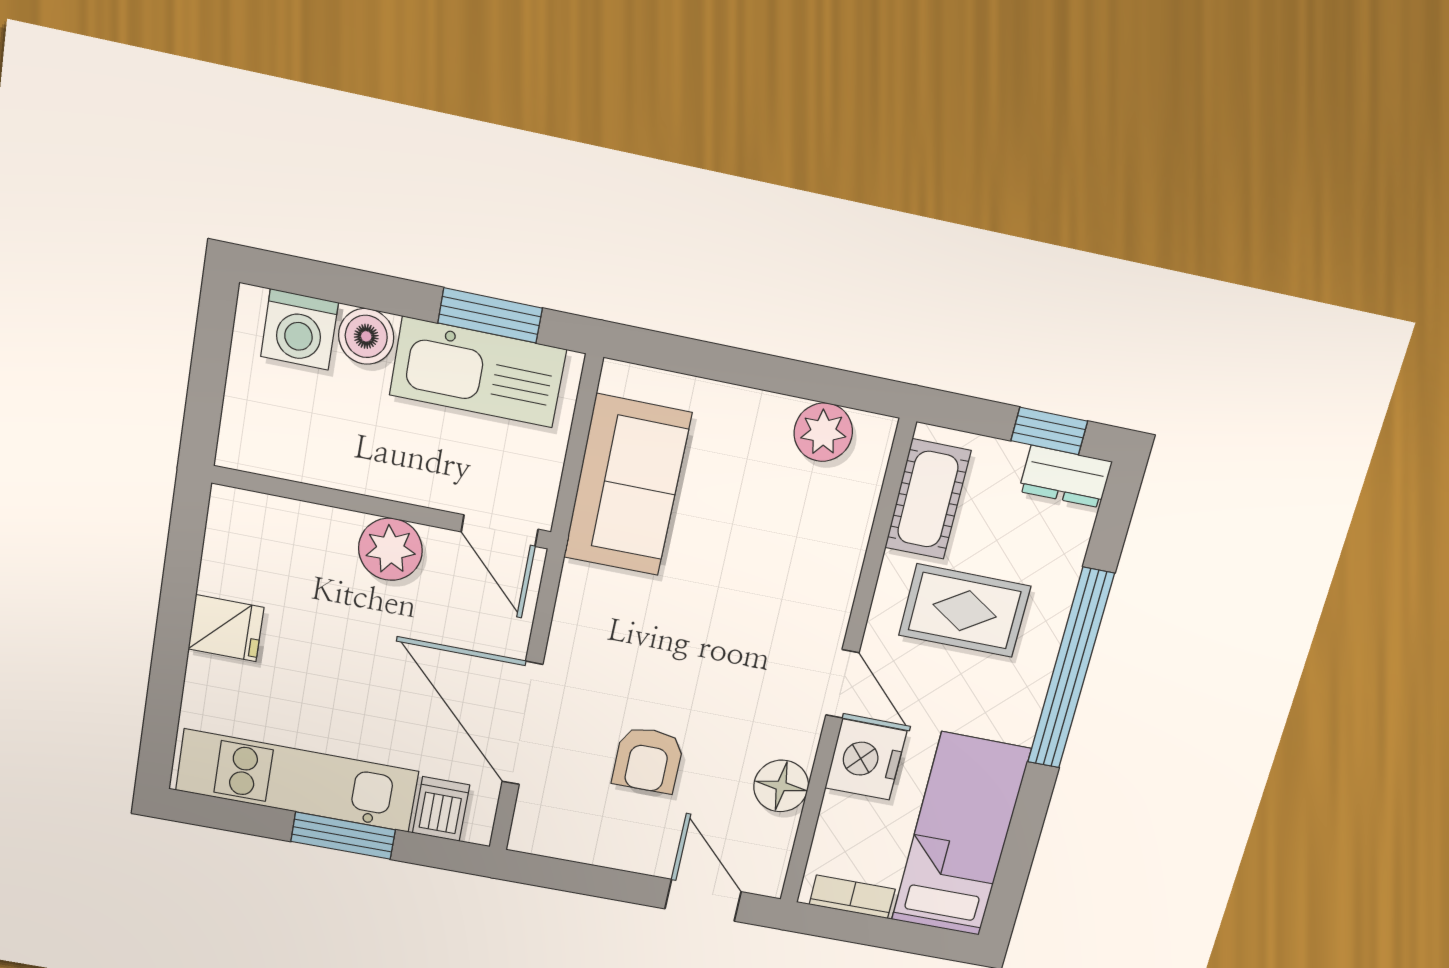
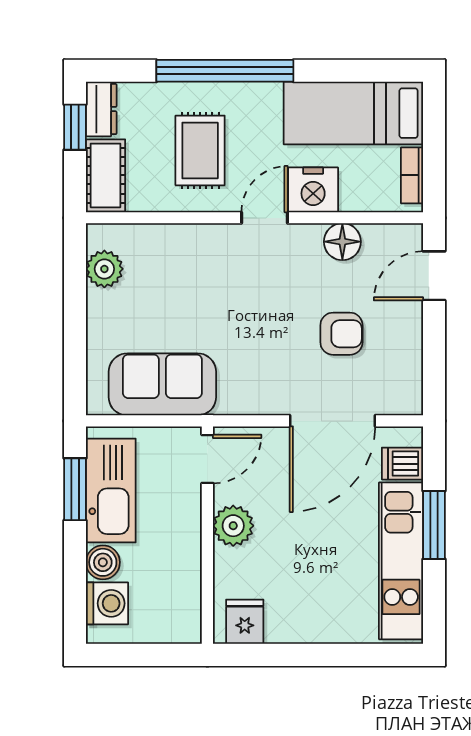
cot: (928, 499) -> (105, 175), moved, turned 90
fridge: (226, 628) -> (245, 622), moved

